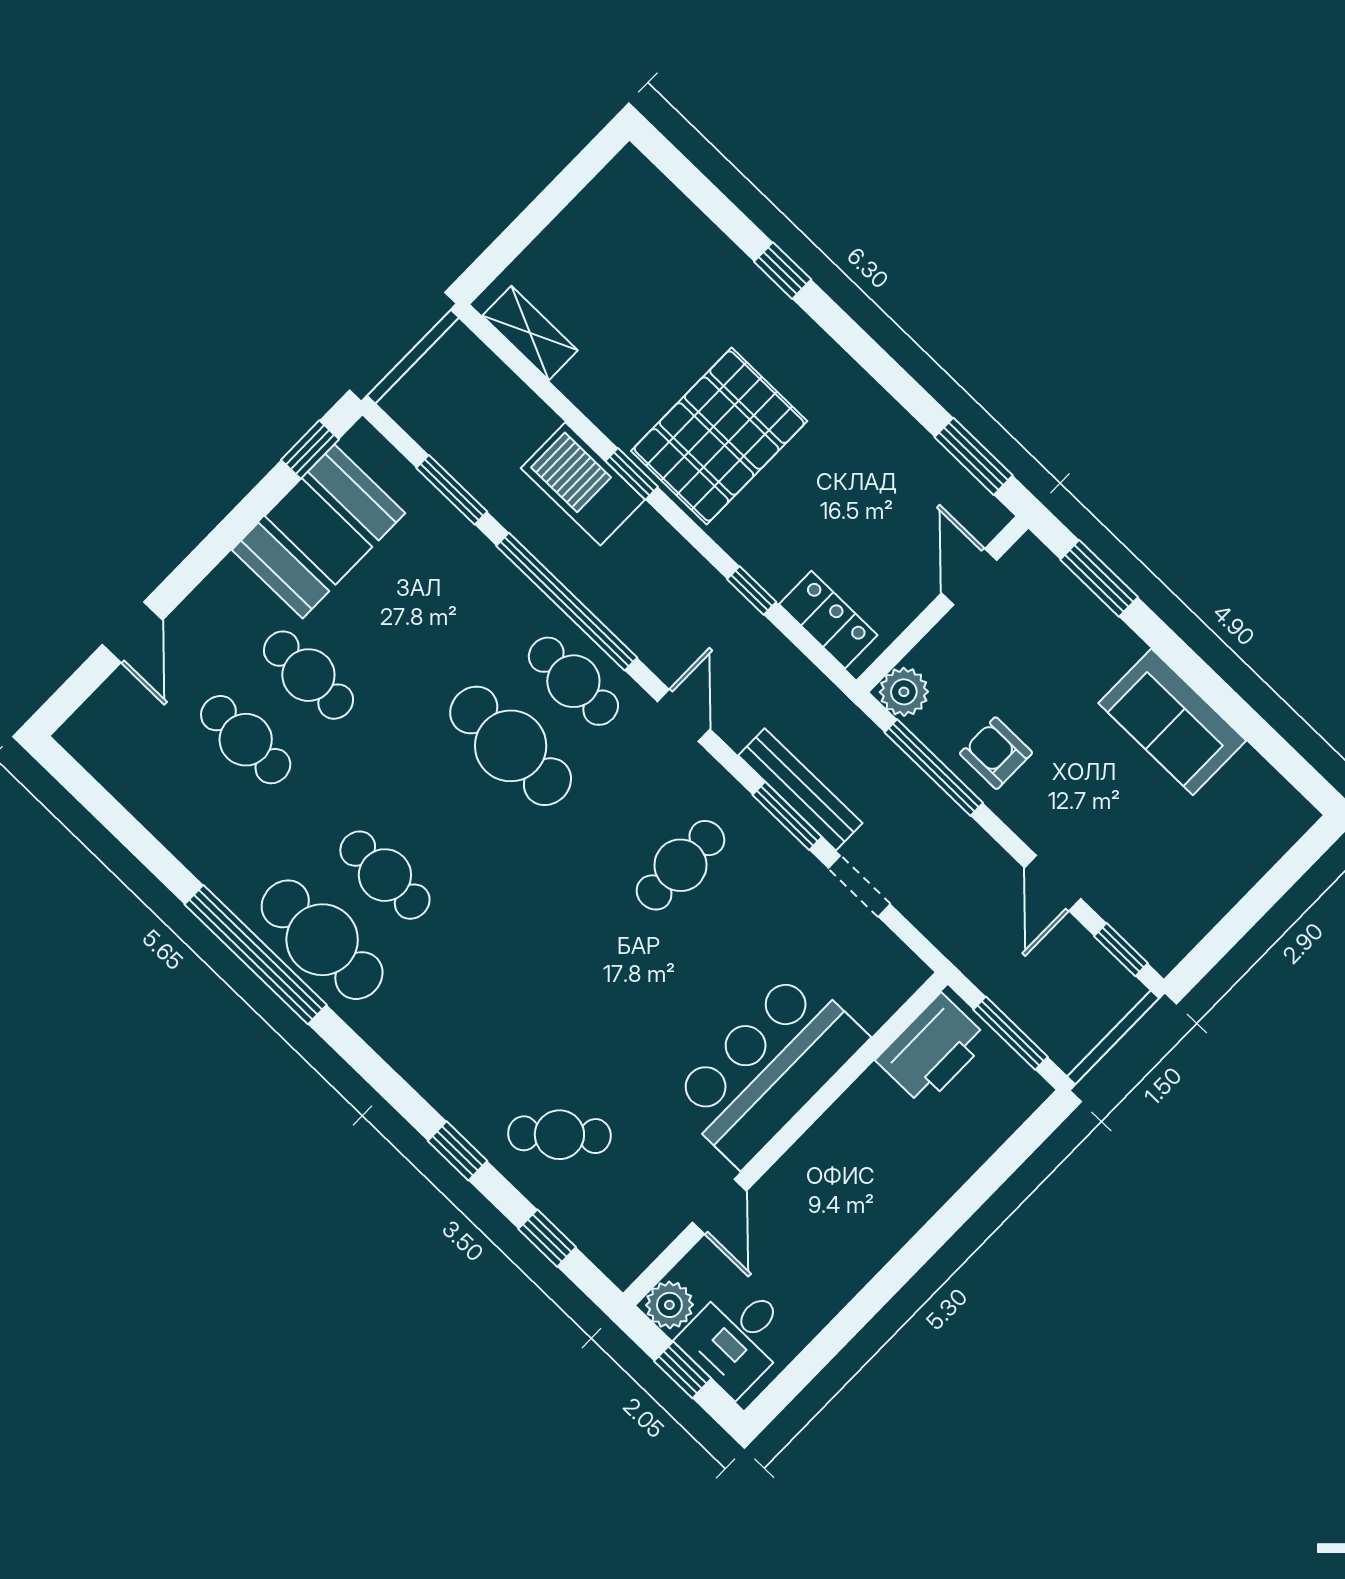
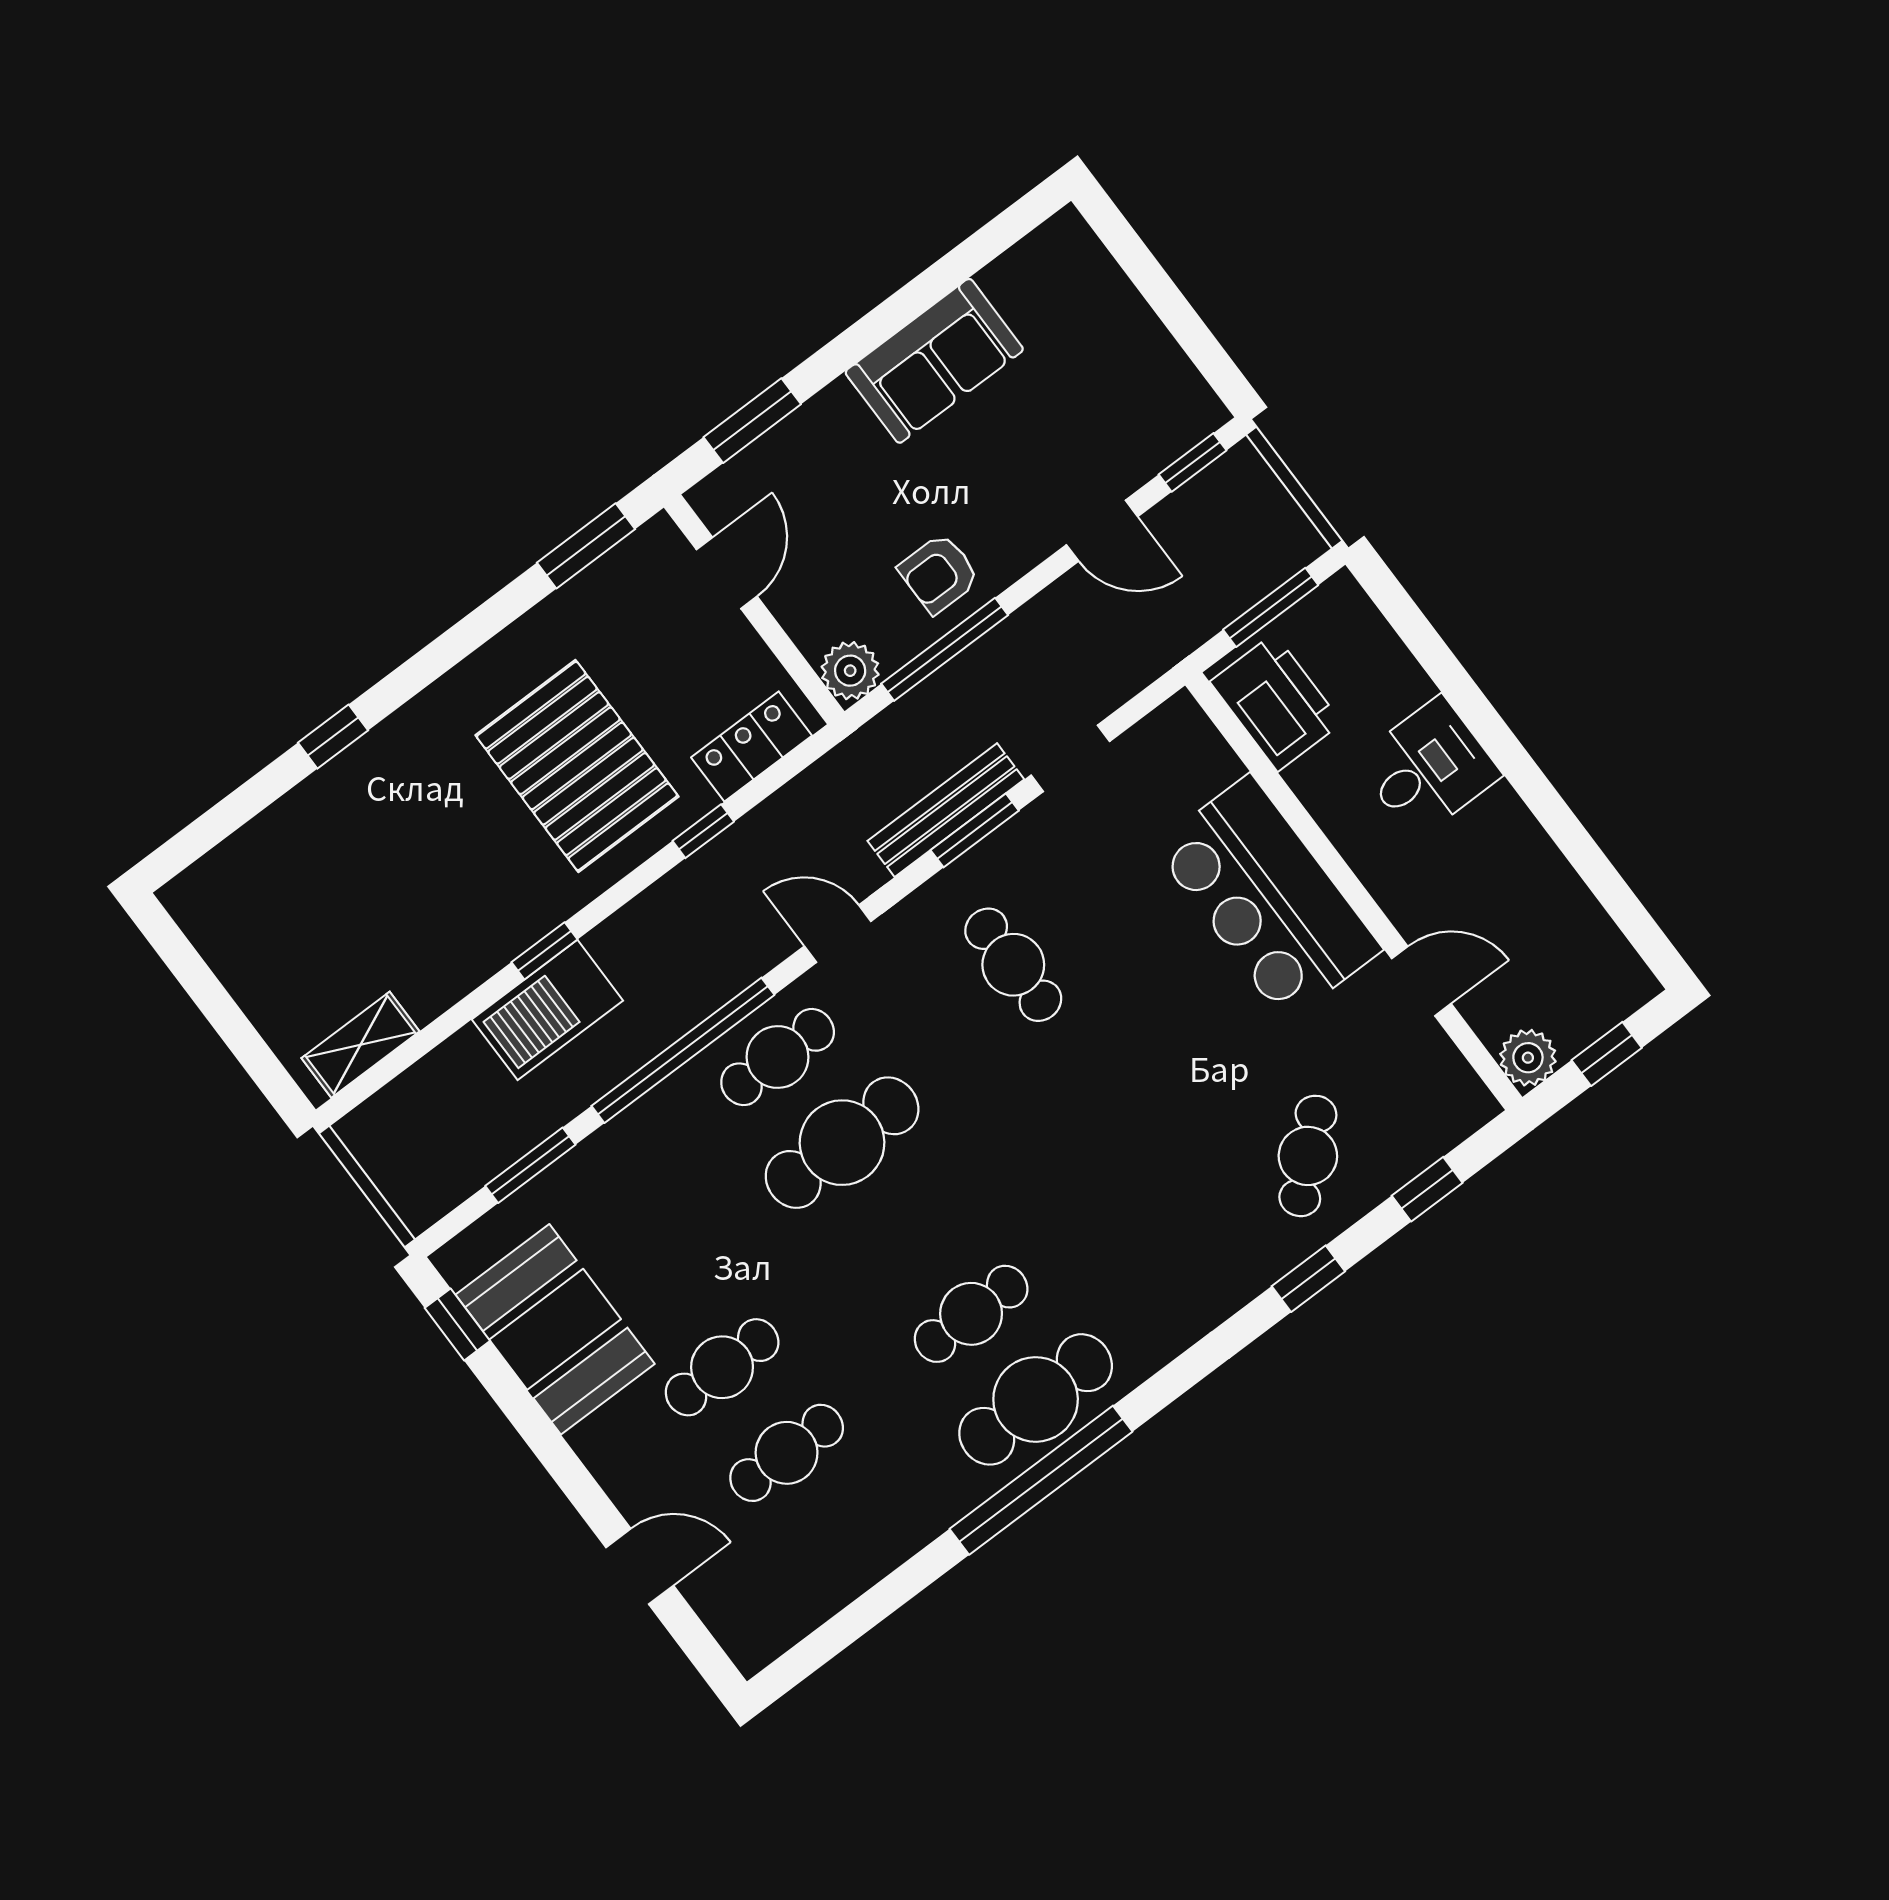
pallet: (719, 436) -> (577, 766), moved
door: (969, 577) -> (727, 573), swing flipped
desk: (737, 1338) -> (1428, 768), moved, turned -90

